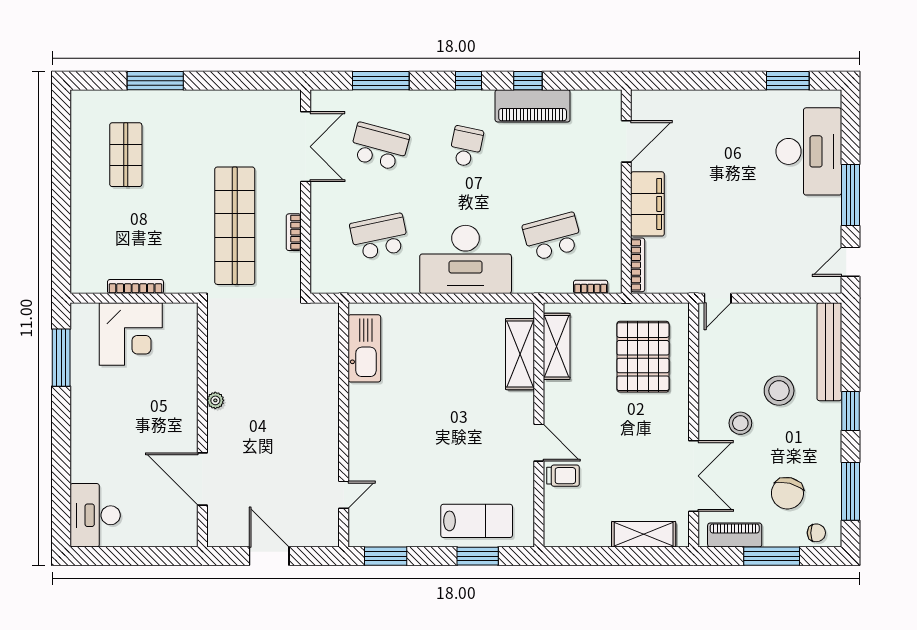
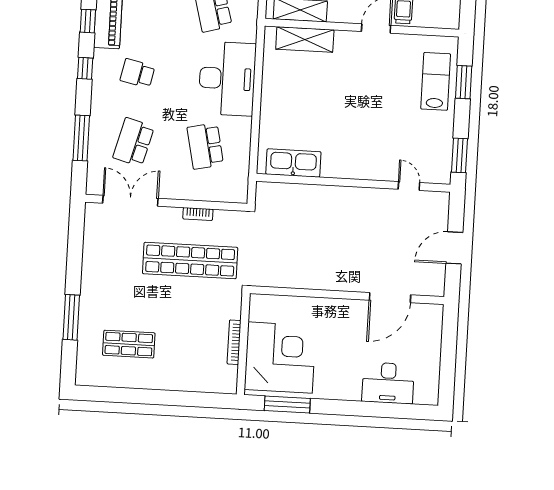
corner desk: (131, 334) -> (280, 358), width x1.36, depth x1.36
plant: (215, 400) -> (328, 284), removed
desk: (95, 515) -> (388, 383), moved

